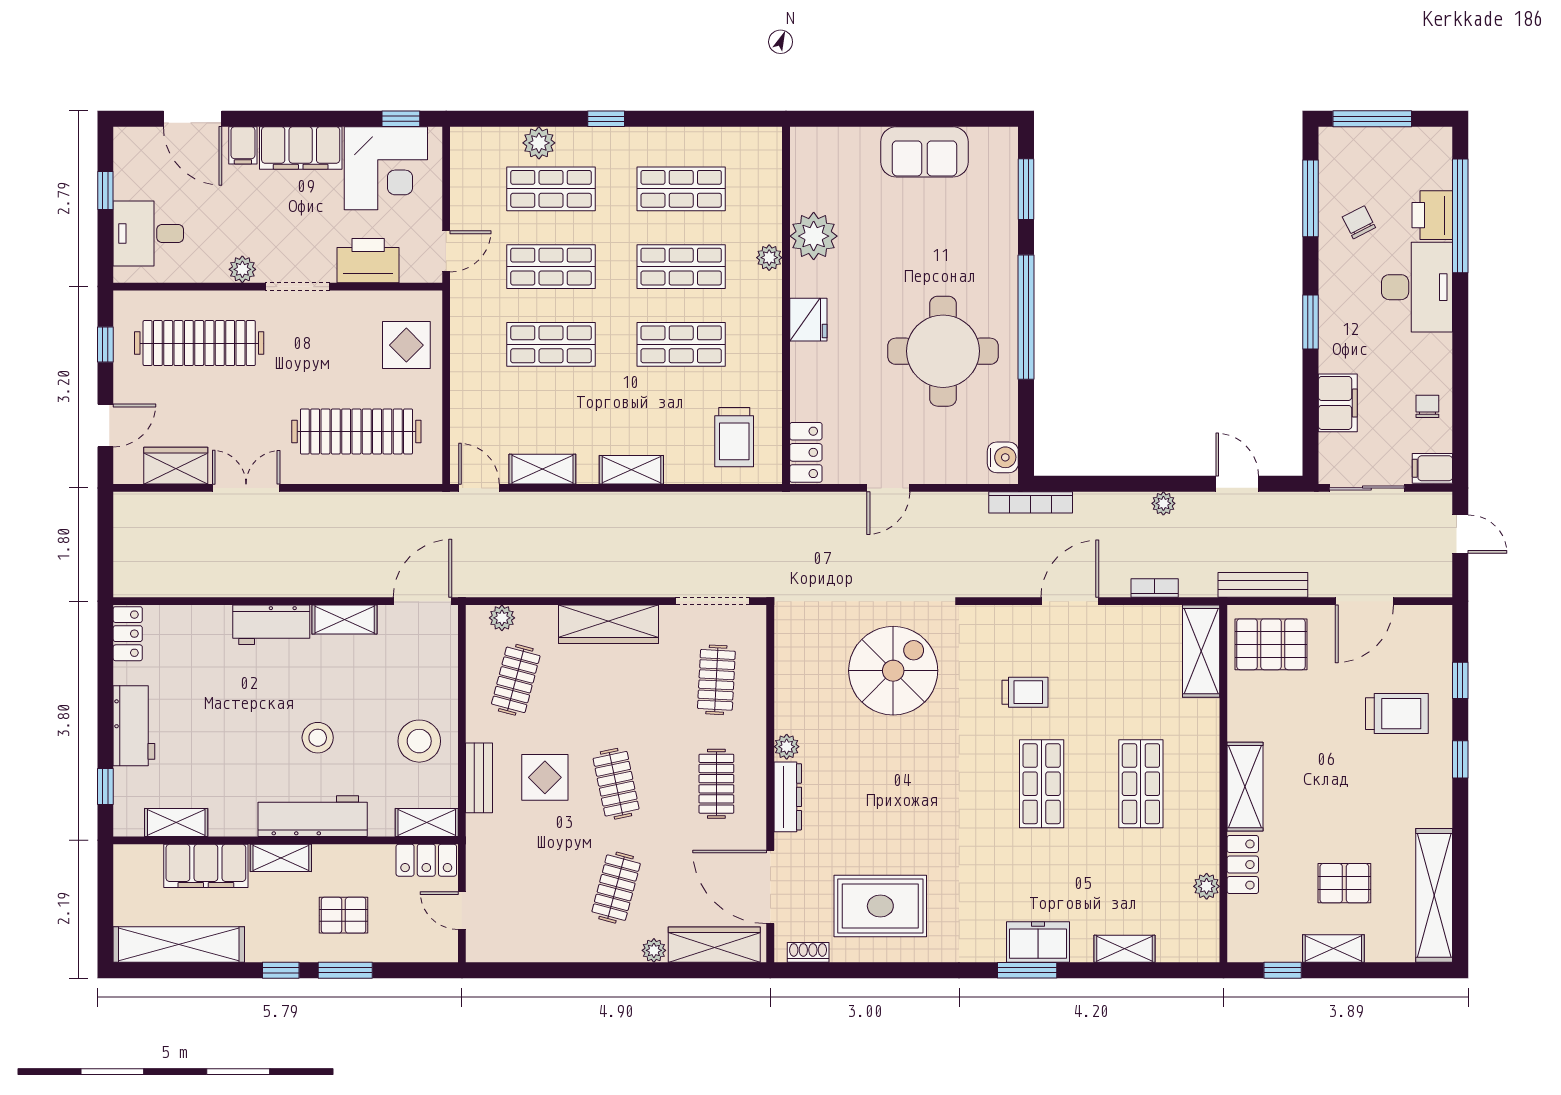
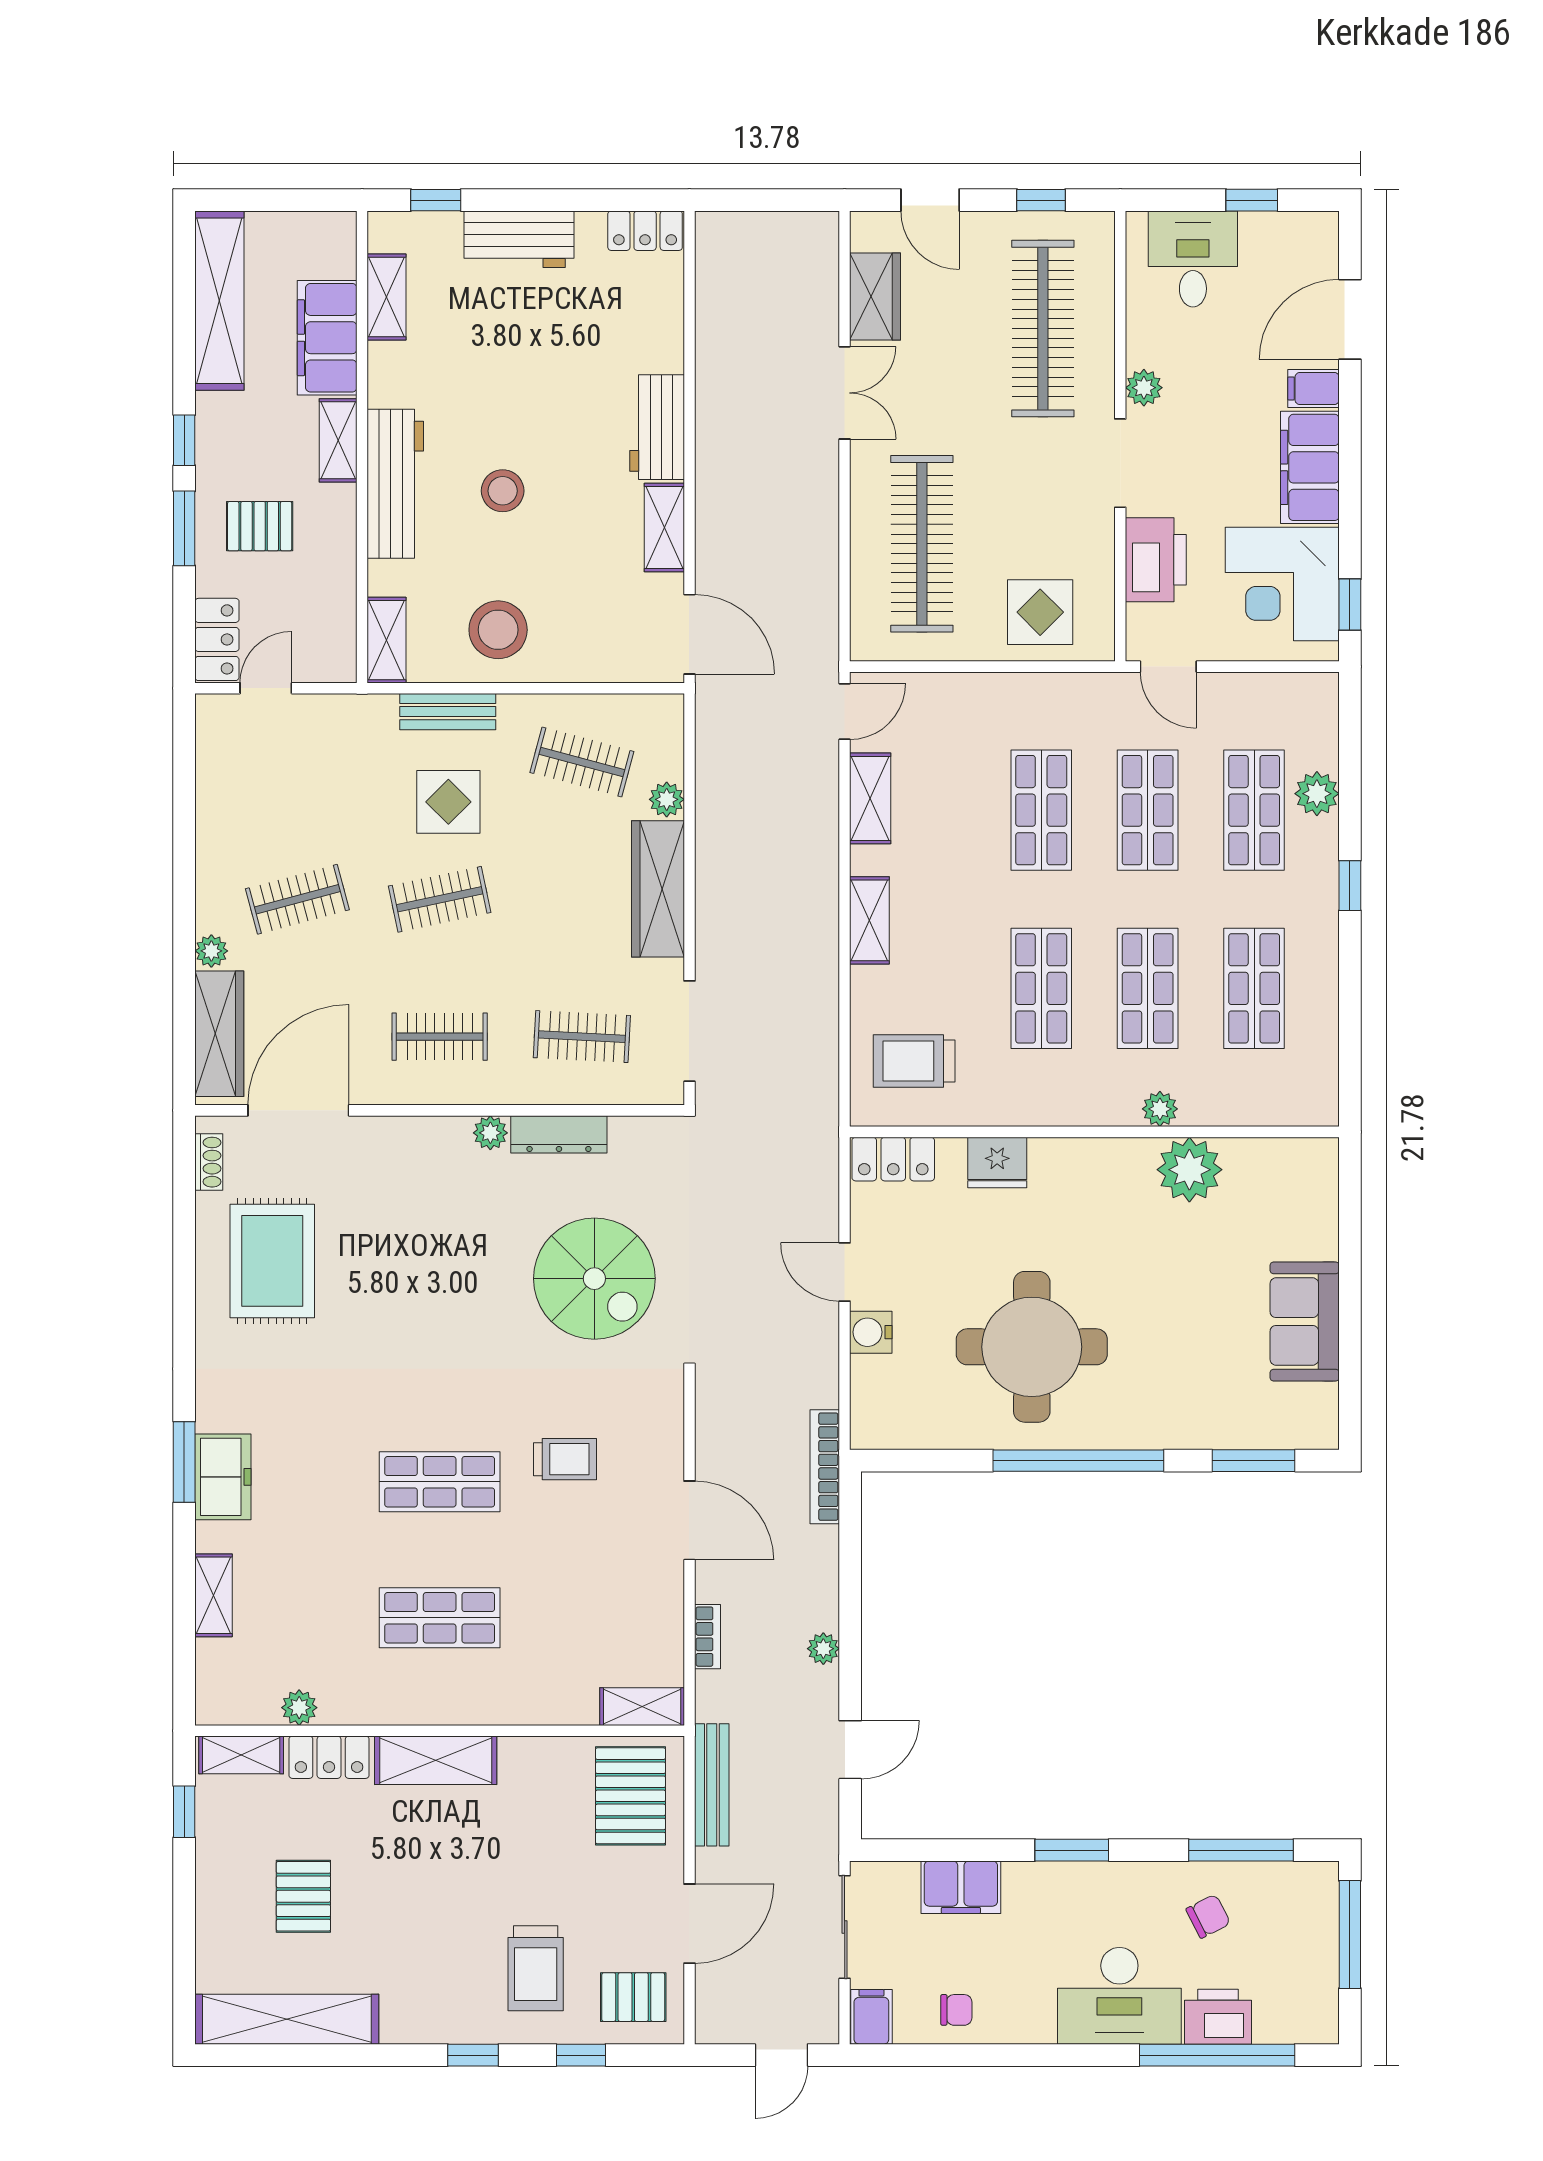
fridge: (808, 320) -> (997, 1162), moved
water cooler: (1003, 457) -> (871, 1332), moved, turned 90
door: (1364, 601) -> (689, 1924), swing flipped
plant: (502, 618) -> (667, 799), moved
pallet: (1418, 642) -> (633, 1997), added
shelving: (1201, 651) -> (642, 1707), width x0.67, depth x0.75
trolley: (1025, 692) -> (565, 1459), turned -90
dresser: (788, 797) -> (559, 1134), moved
locker: (426, 860) -> (217, 639), moved, turned 180
clothes rail: (616, 888) -> (297, 899), turned -30
pallet: (344, 915) -> (260, 526), turned 90
shelving: (1333, 949) -> (241, 1755), moved, turned 90

